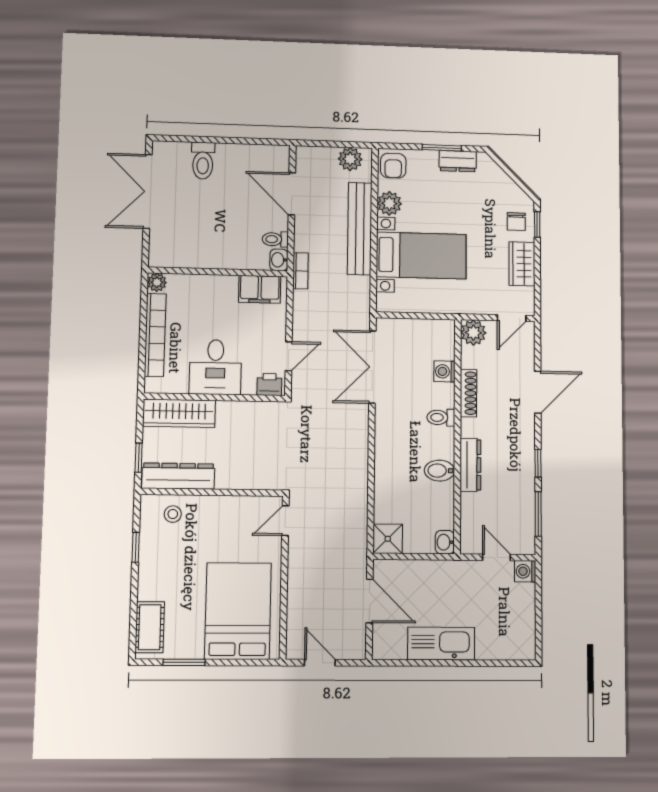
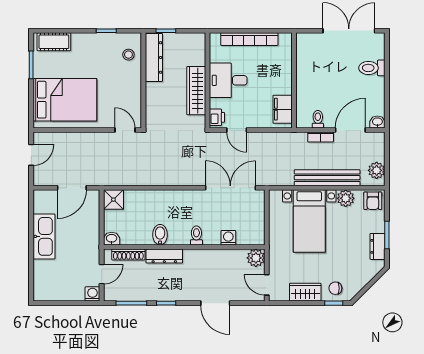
armchair: (393, 166) -> (373, 201), turned -90
washbasin: (279, 260) -> (377, 122), moved
bookcase: (300, 271) -> (321, 137), moved
plant: (157, 282) -> (286, 39), removed
shoe rack: (468, 393) -> (128, 255), moved
wardrobe: (179, 413) -> (196, 91), moved

